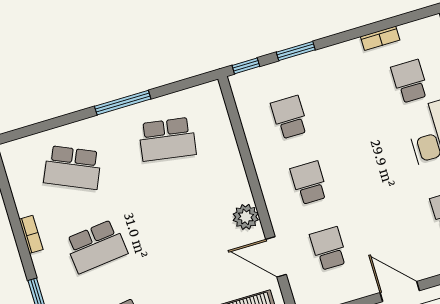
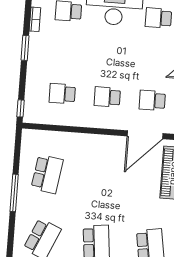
window: (296, 51) -> (25, 48), moved
plant: (246, 217) -> (113, 144), removed
door: (276, 257) -> (145, 135), width x1.36

